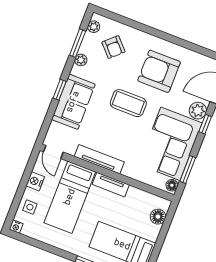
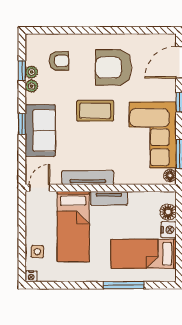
plant: (94, 27) -> (32, 72), moved
window: (78, 43) -> (22, 71), width x0.67
armchair: (113, 47) -> (59, 61), turned -47
plant: (198, 111) -> (167, 92), removed
door: (53, 152) -> (40, 188), swing flipped
nightstand: (35, 181) -> (169, 230), moved, turned 180

